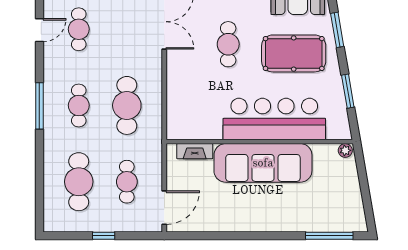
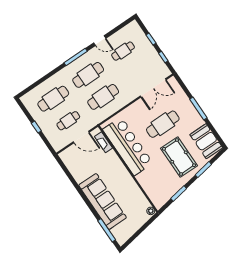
door: (39, 30) -> (100, 41), moved
cafe table: (228, 44) -> (163, 124), width x1.37, depth x1.35
cafe table: (79, 105) -> (88, 75), width x1.37, depth x1.35
bar counter: (274, 119) -> (128, 146), moved
sofa: (263, 163) -> (103, 201), moved, turned 180
door: (164, 208) -> (81, 137), moved

